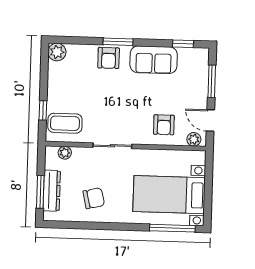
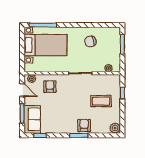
sofa: (154, 60) -> (32, 119), moved, turned 90
coffee table: (65, 123) -> (101, 101), moved
dresser: (52, 191) -> (116, 45), removed

